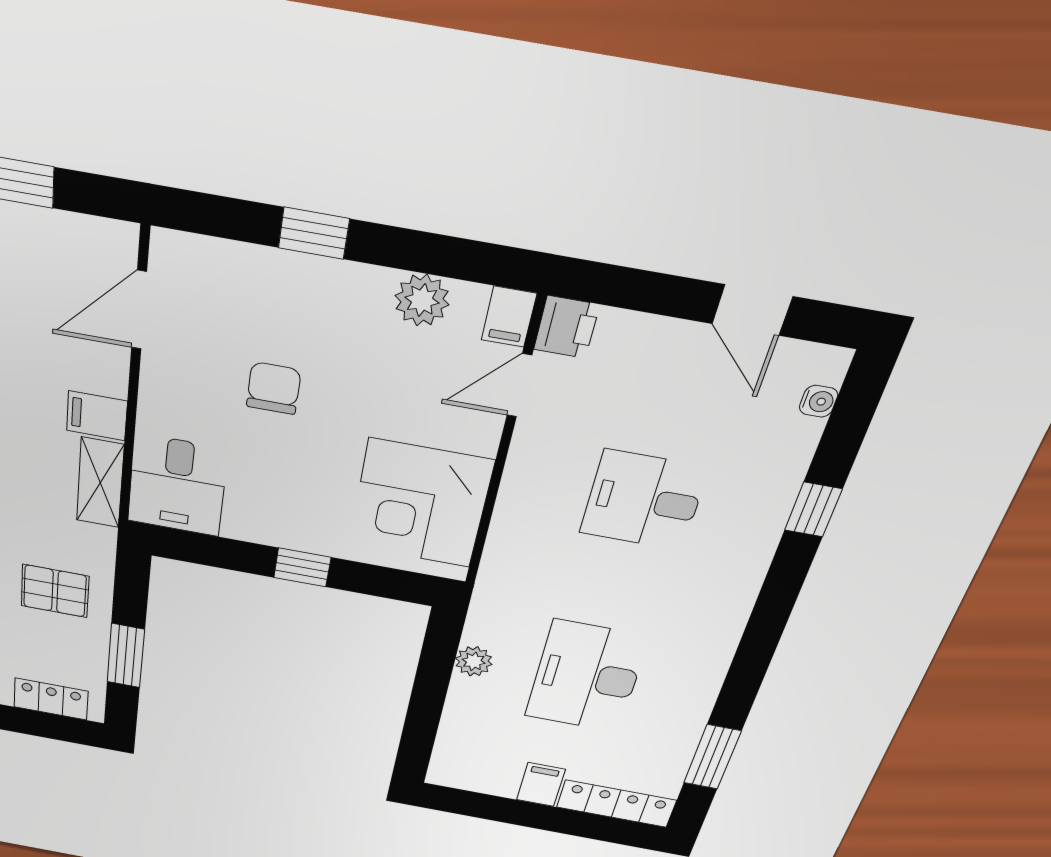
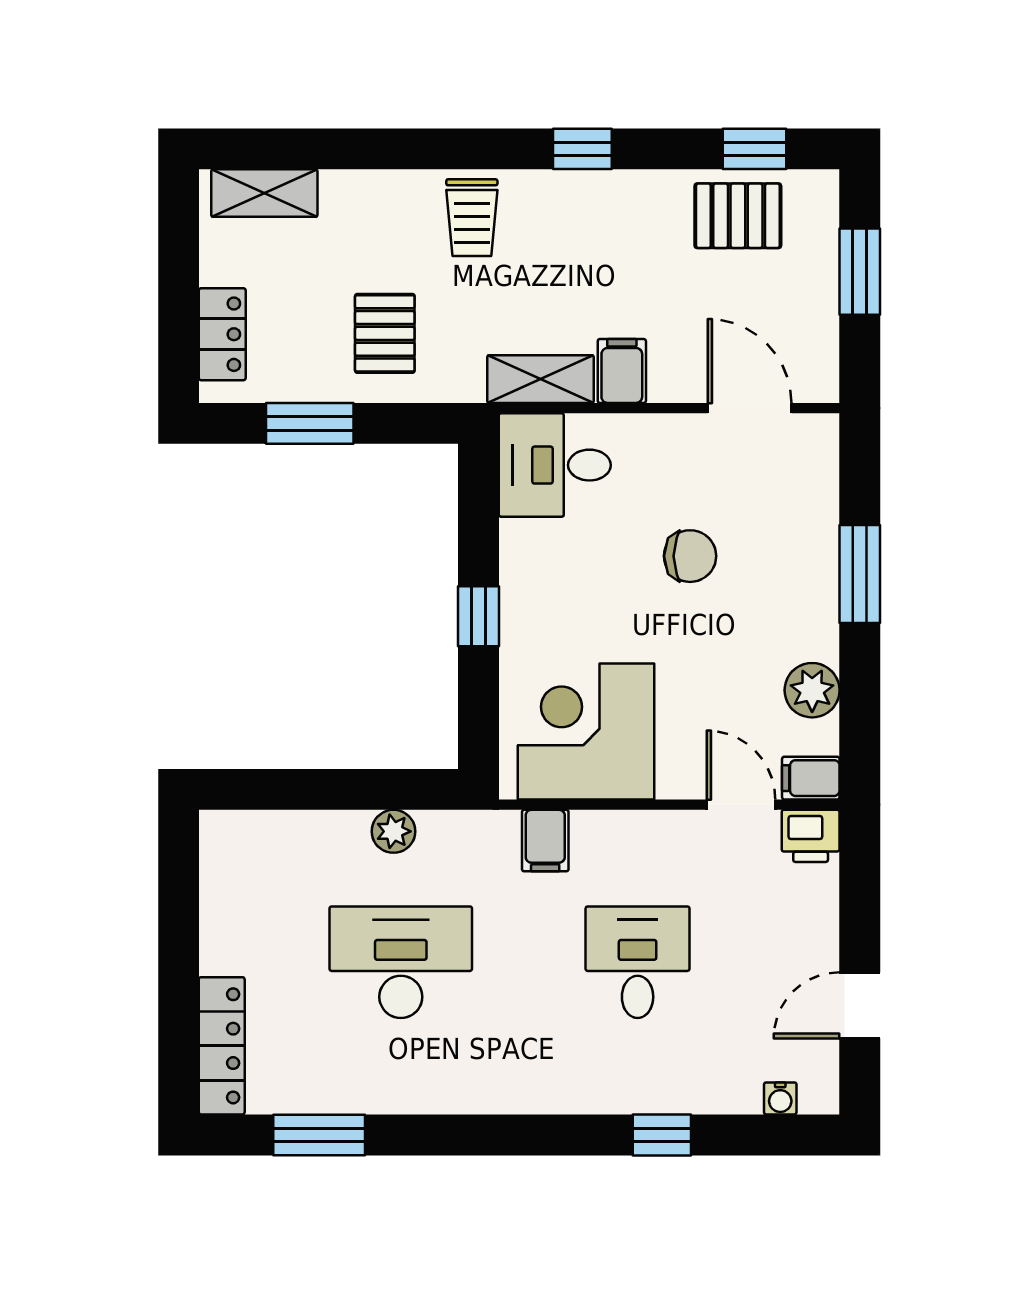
window: (314, 233) -> (860, 574), width x1.50
filing cabinet: (541, 785) -> (545, 841), moved, turned 90

